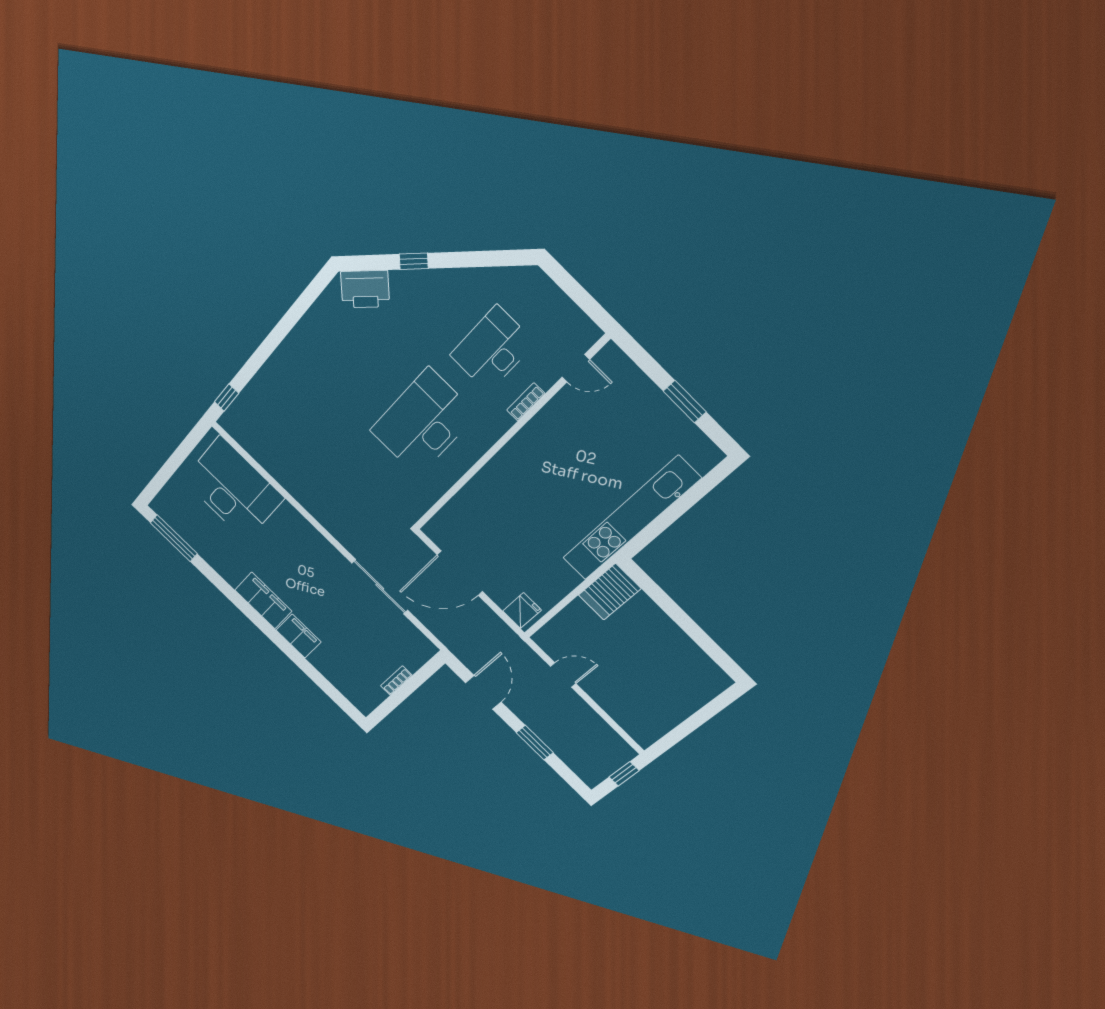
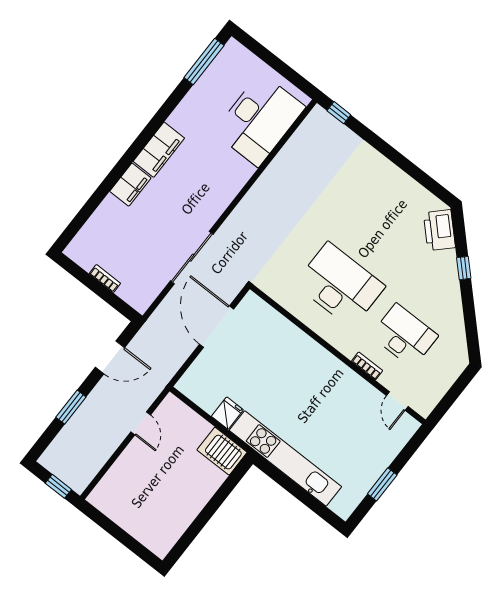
fridge: (522, 611) -> (227, 413), moved, turned -90

